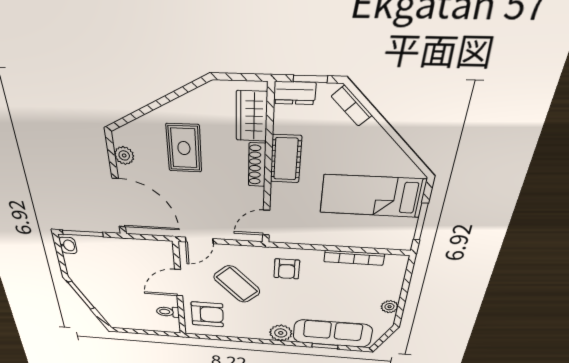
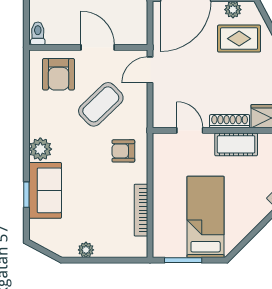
rug: (184, 148) -> (239, 39), moved
door: (266, 223) -> (190, 130), moved
door: (199, 240) -> (150, 70), hinge flipped
toilet: (168, 312) -> (38, 33), moved
sofa: (332, 334) -> (45, 190), width x0.73

